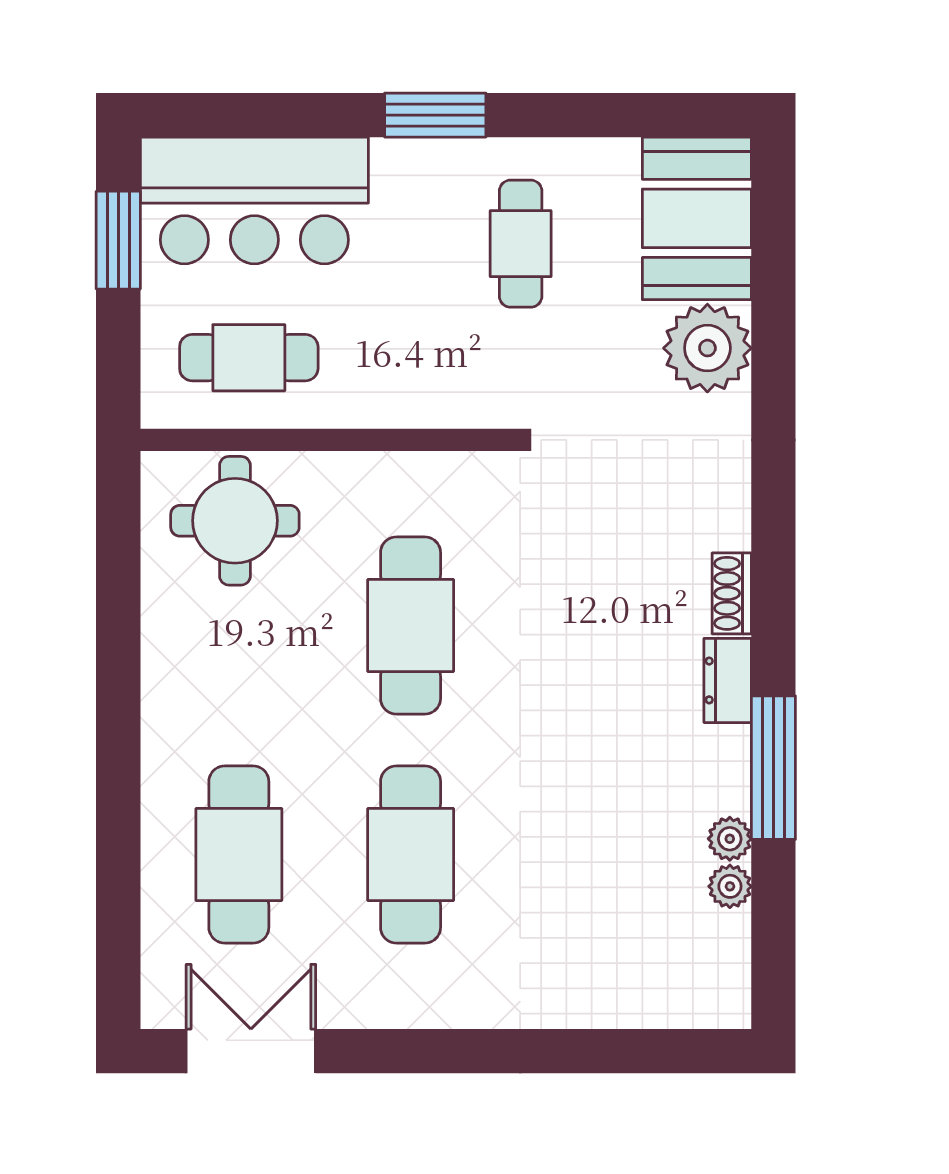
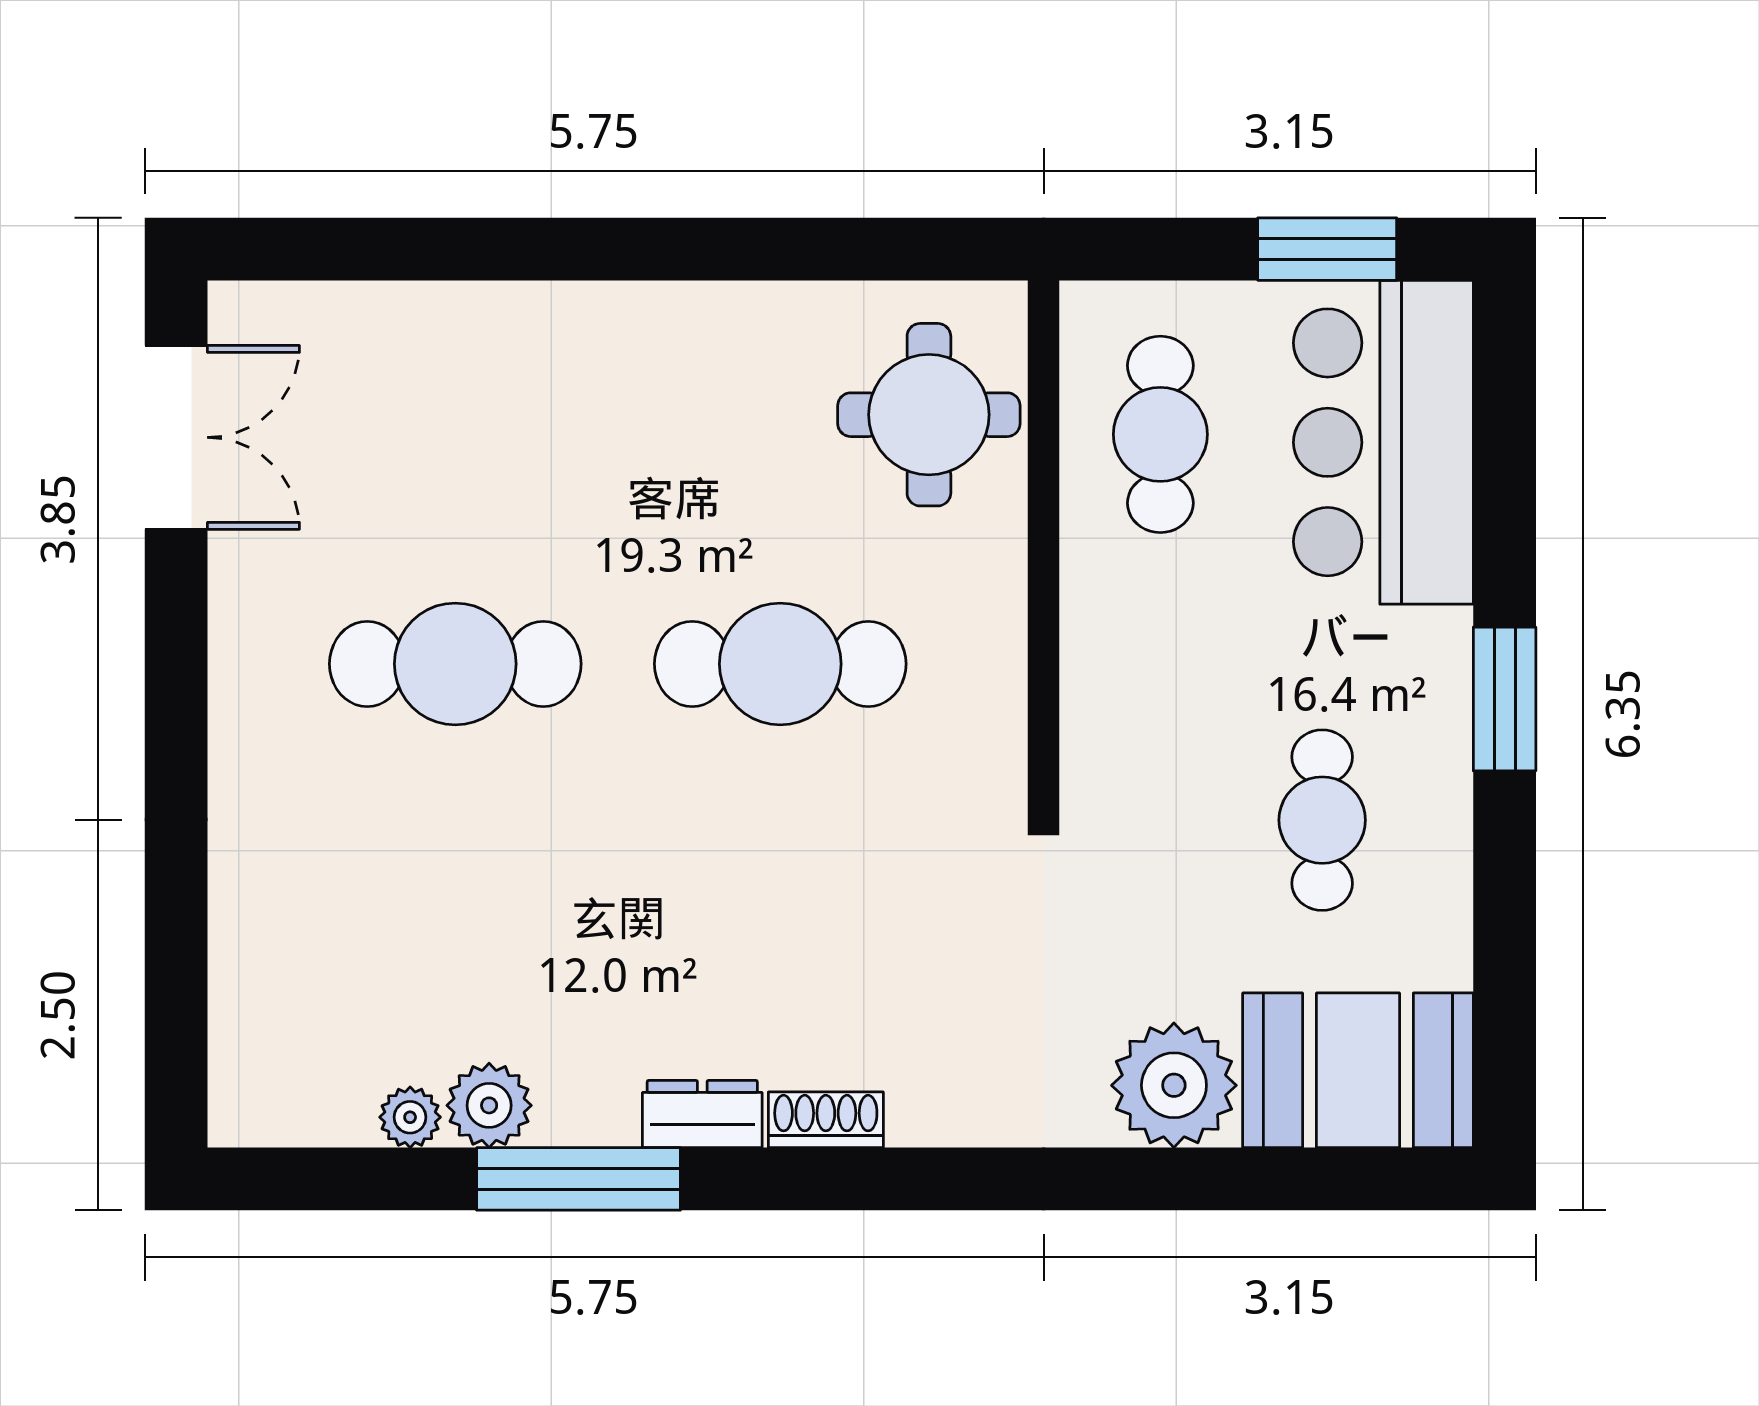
cafe table: (521, 244) -> (1322, 820), turned 90
plant: (730, 839) -> (489, 1105), width x1.38, depth x1.38
cafe table: (239, 854) -> (455, 420), removed

